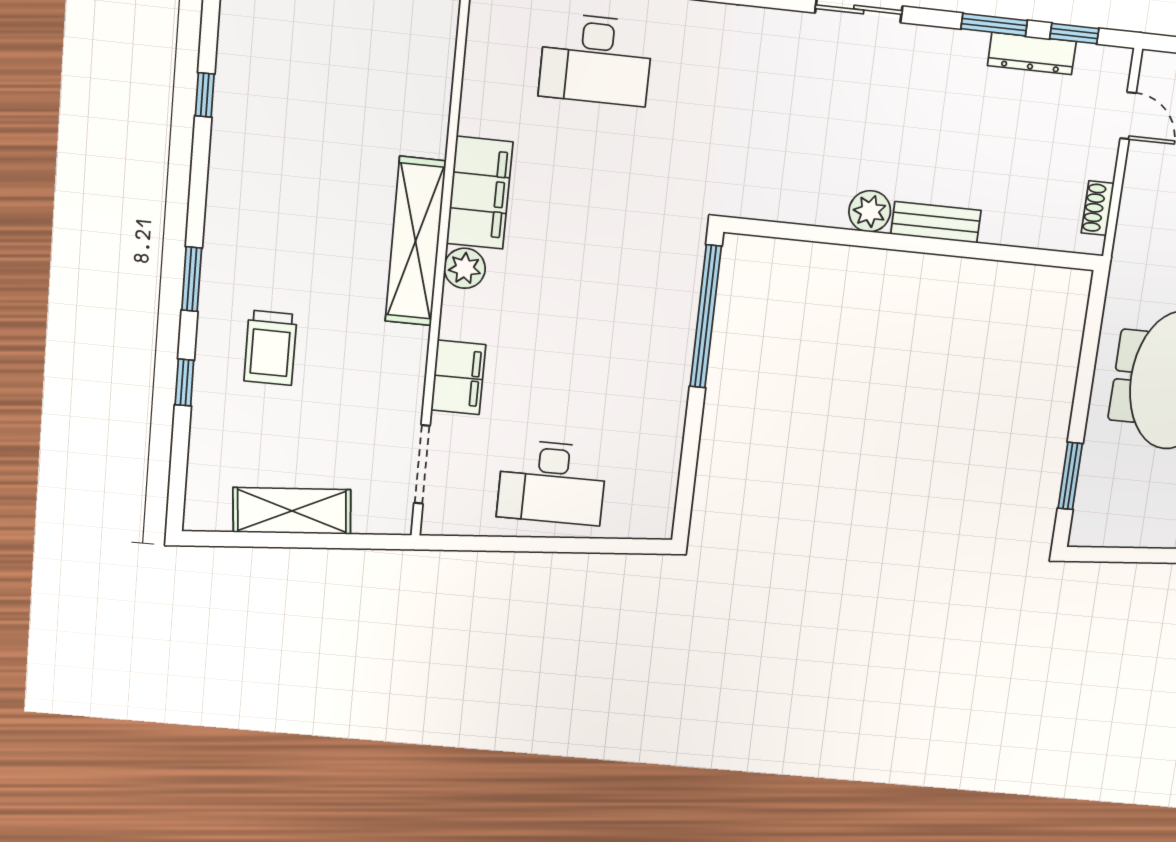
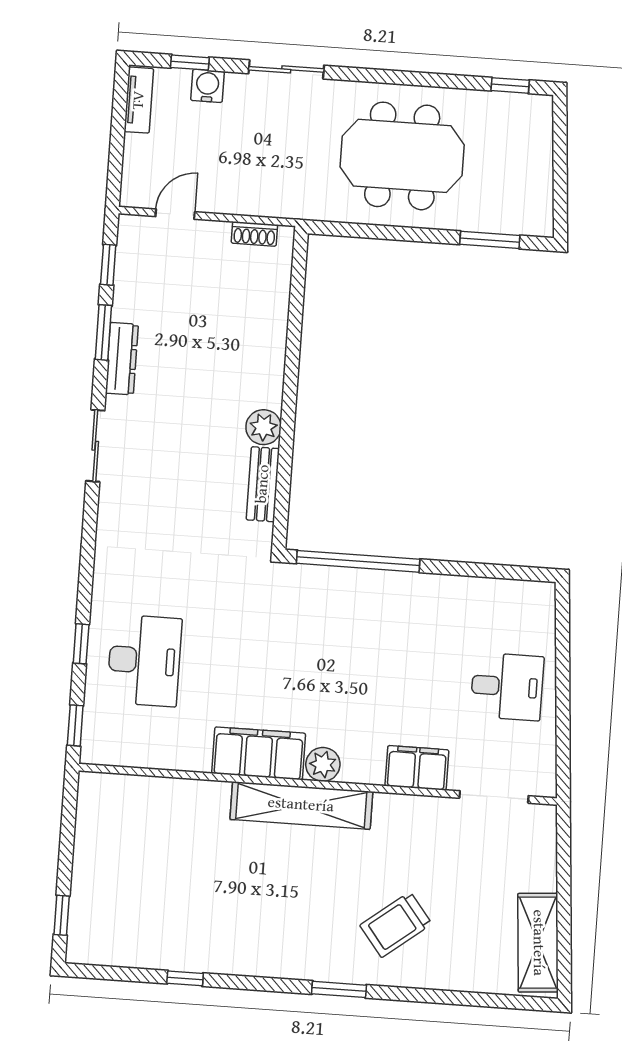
dresser: (1032, 53) -> (122, 359), moved
bench: (936, 222) -> (263, 484), moved
trolley: (270, 348) -> (396, 925), turned 142
window: (184, 382) -> (428, 996), removed
desk: (552, 482) -> (507, 687), width x0.73
shelving: (292, 511) -> (538, 943), moved

